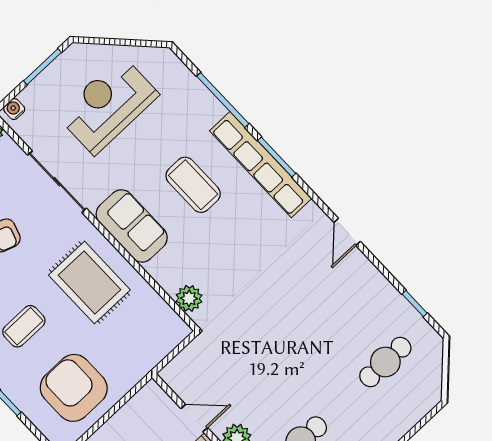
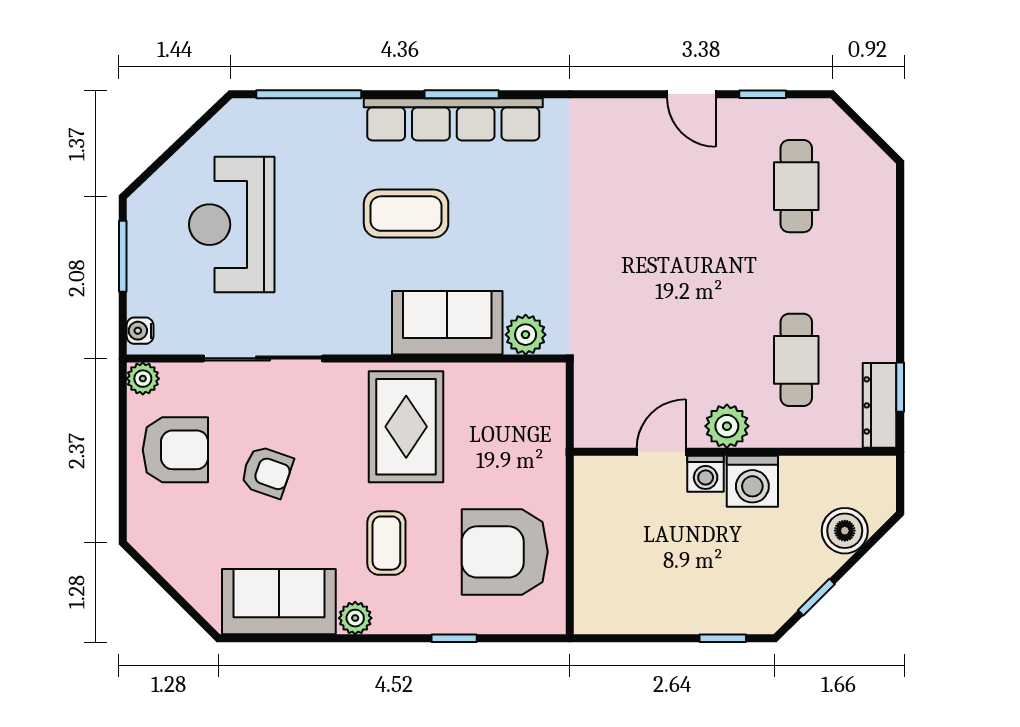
window: (223, 100) -> (309, 94), moved
sofa: (132, 226) -> (447, 323), moved
door: (347, 232) -> (691, 94), moved
rug: (89, 282) -> (406, 427), turned 90

